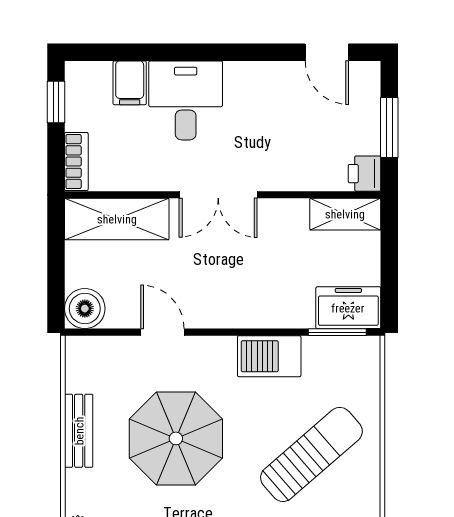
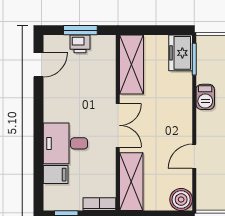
printer: (365, 174) -> (80, 44), moved
shelving: (345, 214) -> (132, 64), width x1.50, depth x1.33
barbecue: (269, 356) -> (205, 97), width x0.73, depth x0.79

